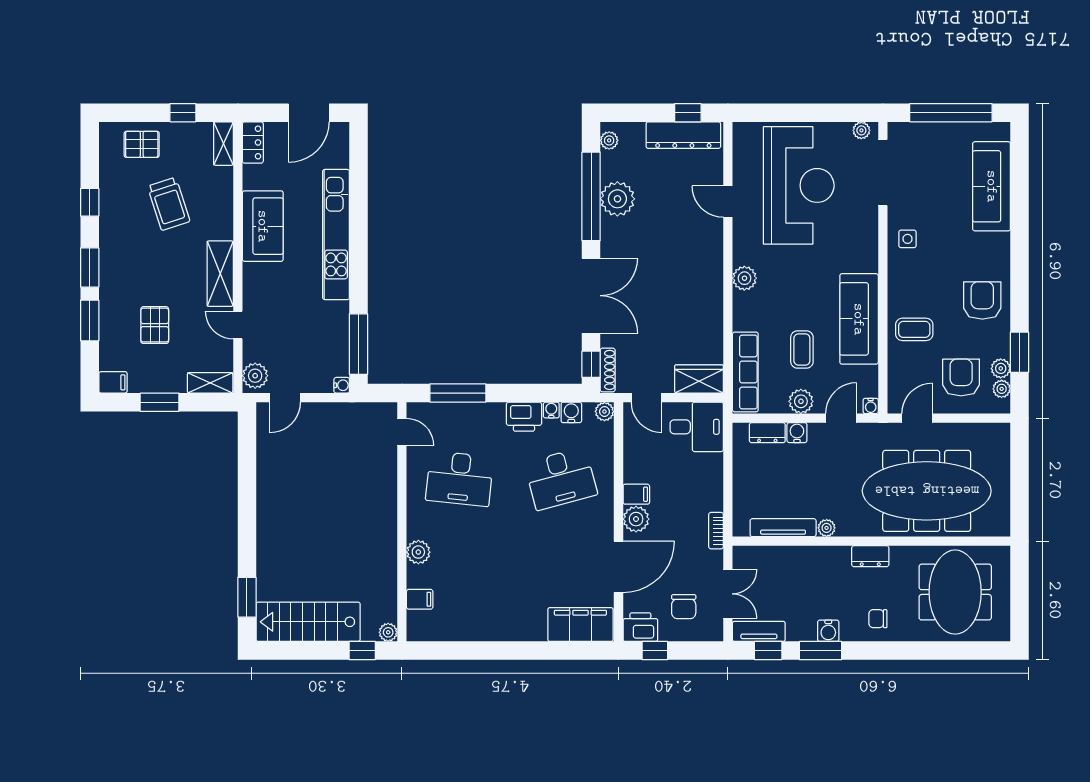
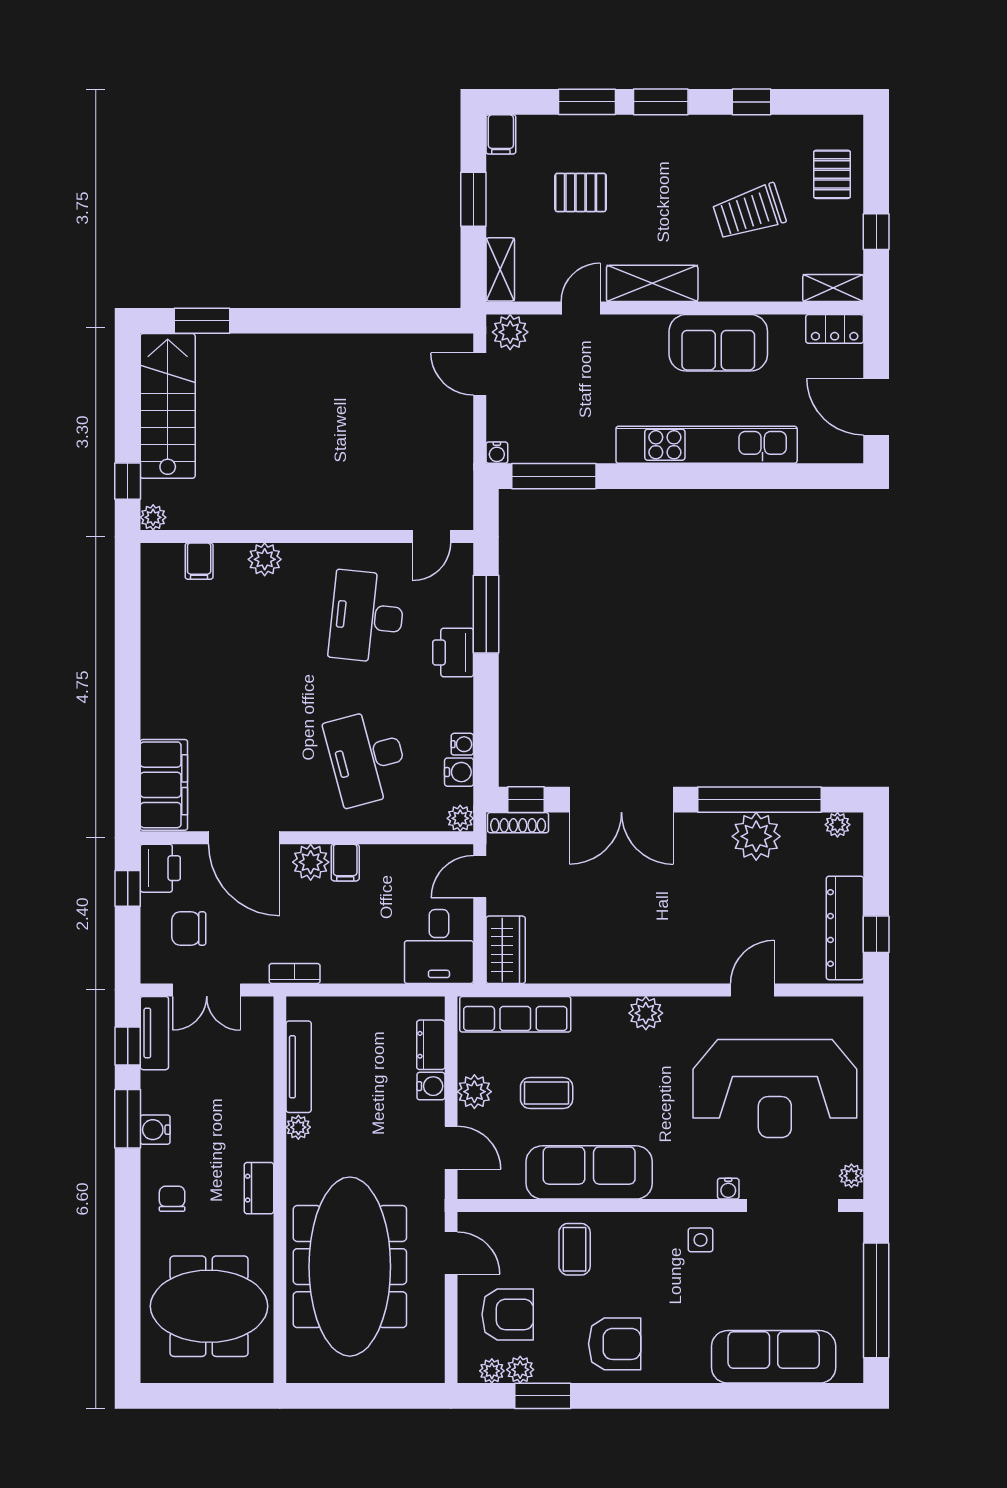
water cooler: (871, 406) -> (728, 1189), moved, turned -90
printer: (524, 417) -> (453, 652), moved

